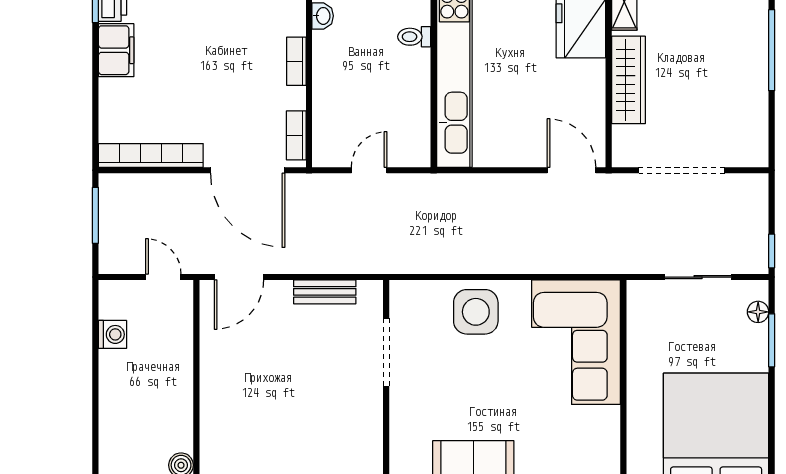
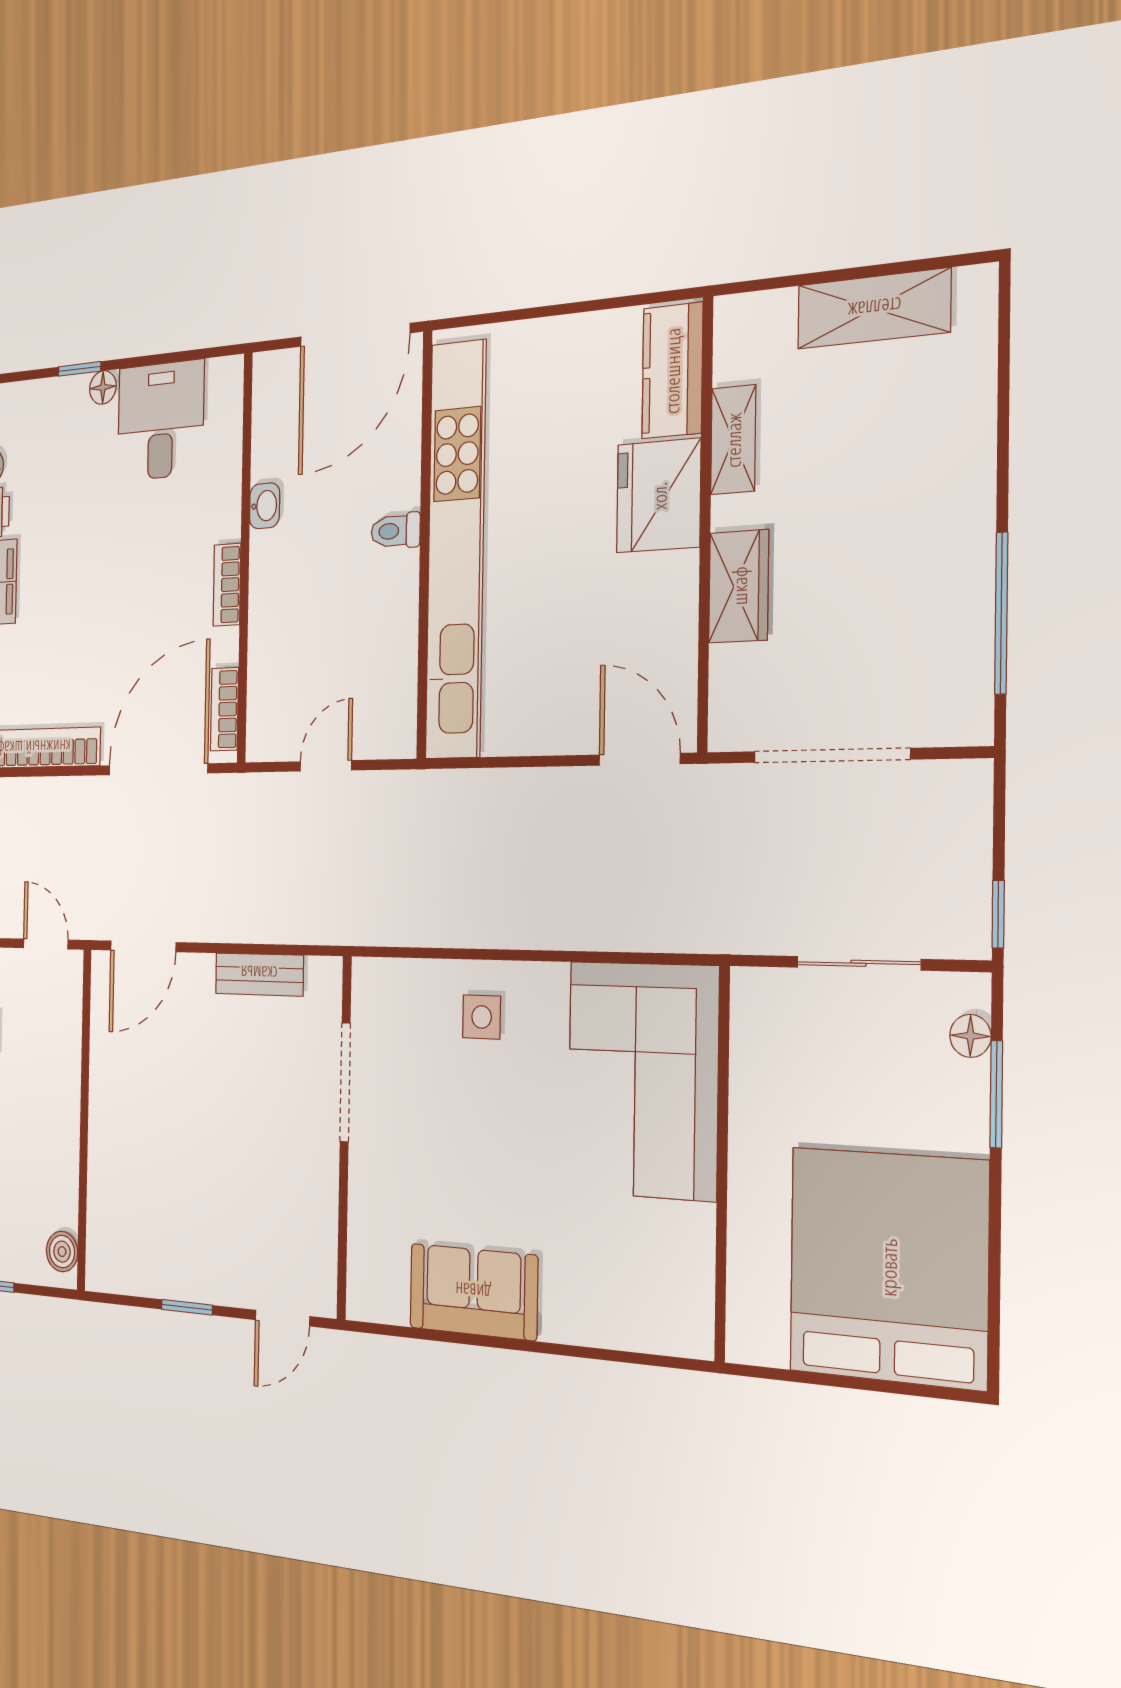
window: (772, 50) -> (1001, 613), moved
wardrobe: (628, 80) -> (739, 586), width x0.67
door: (248, 170) -> (158, 769), swing flipped
side table: (476, 312) -> (482, 1017), width x0.54, depth x0.54

